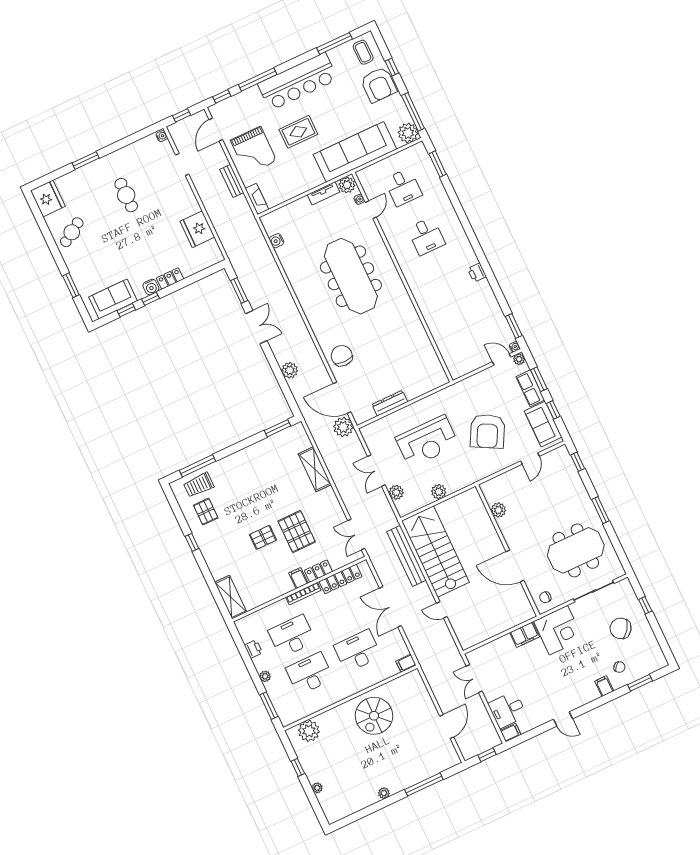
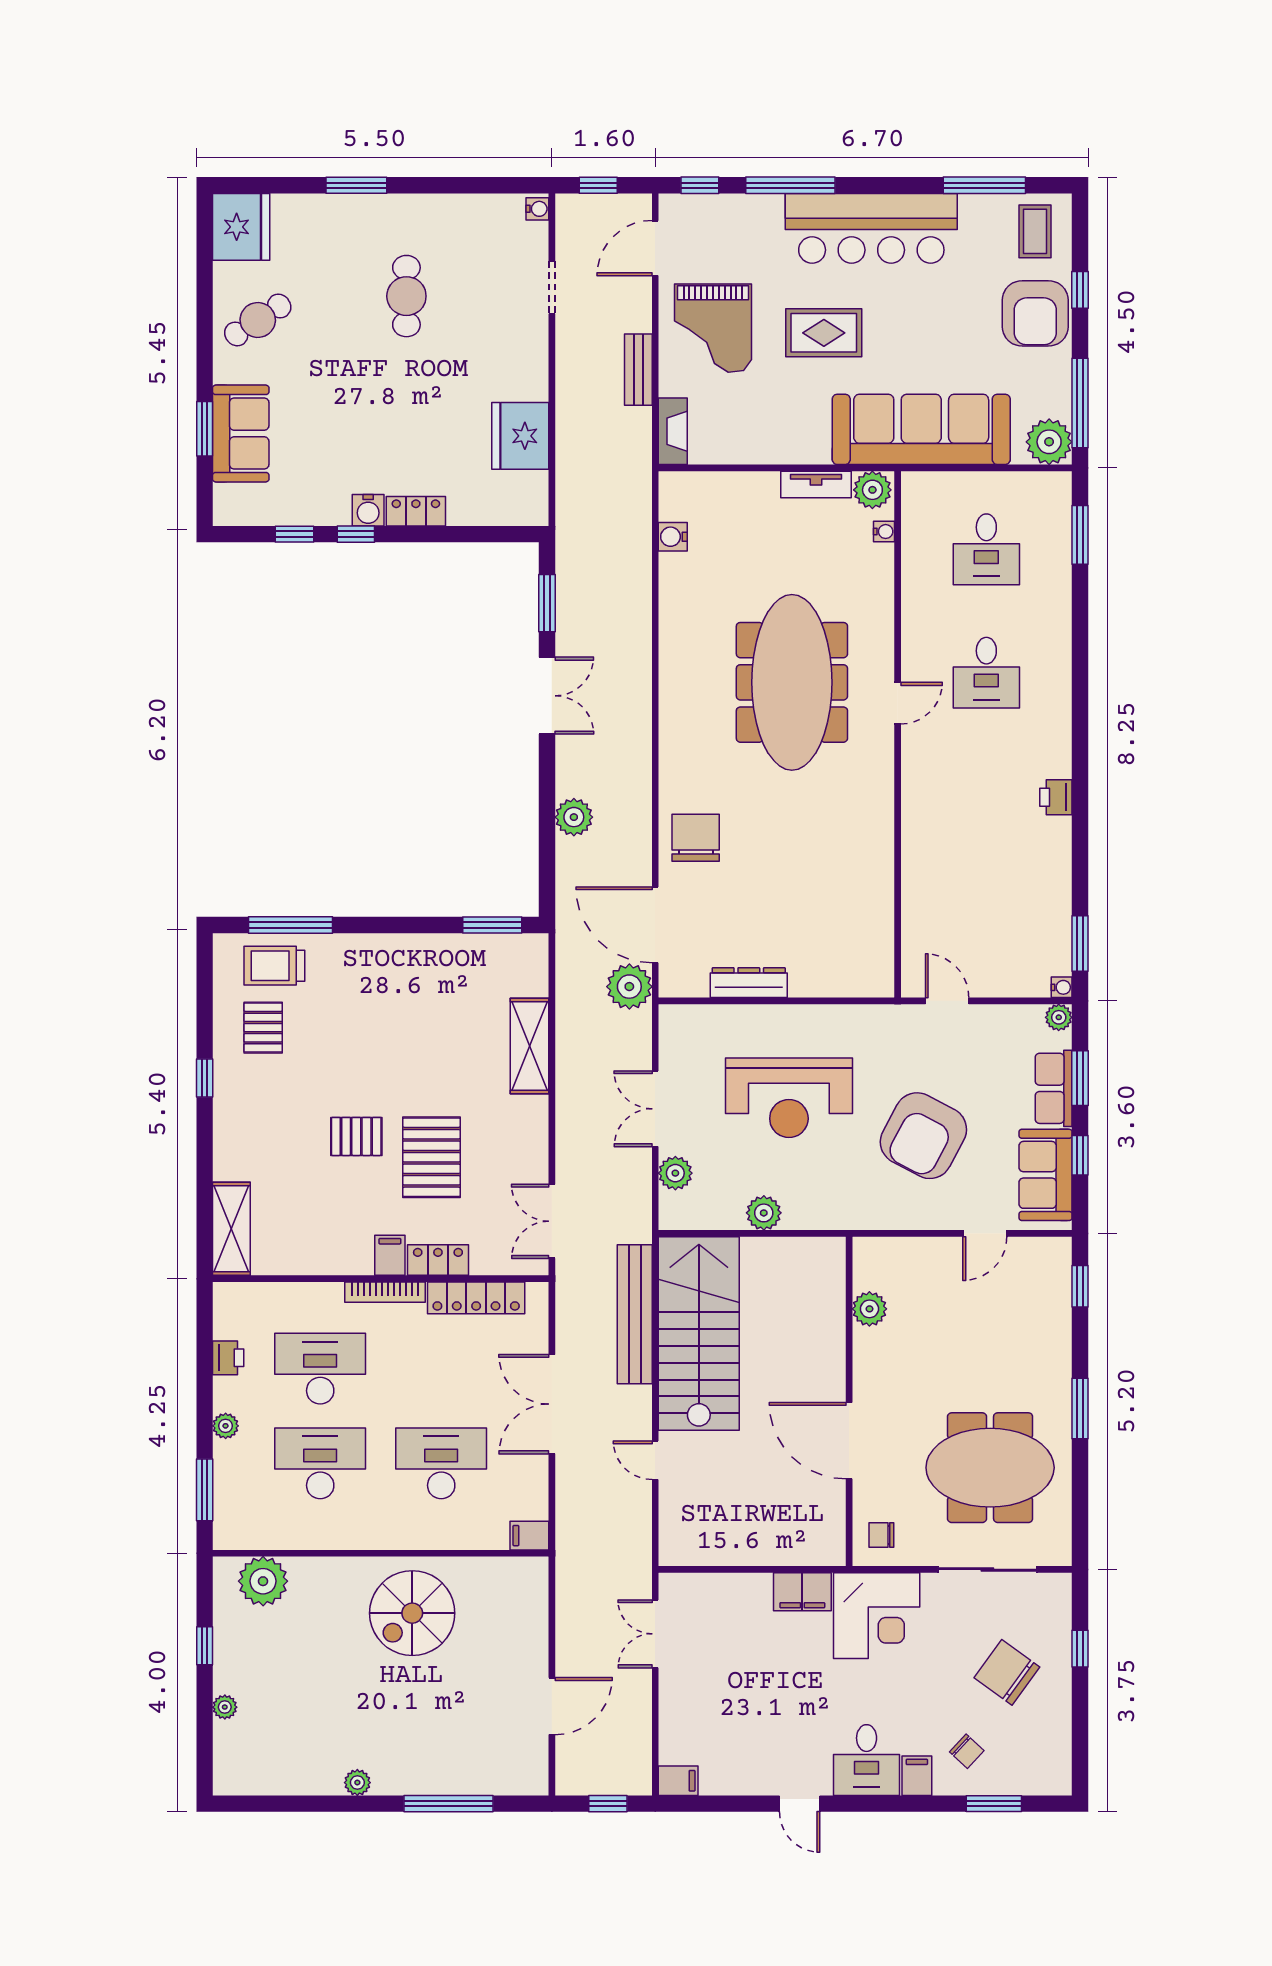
door: (371, 210) -> (898, 703), moved
sofa: (113, 299) -> (241, 433), moved, turned 90
door: (502, 359) -> (947, 1001), moved
desk: (507, 710) -> (867, 1760), moved, turned -90

